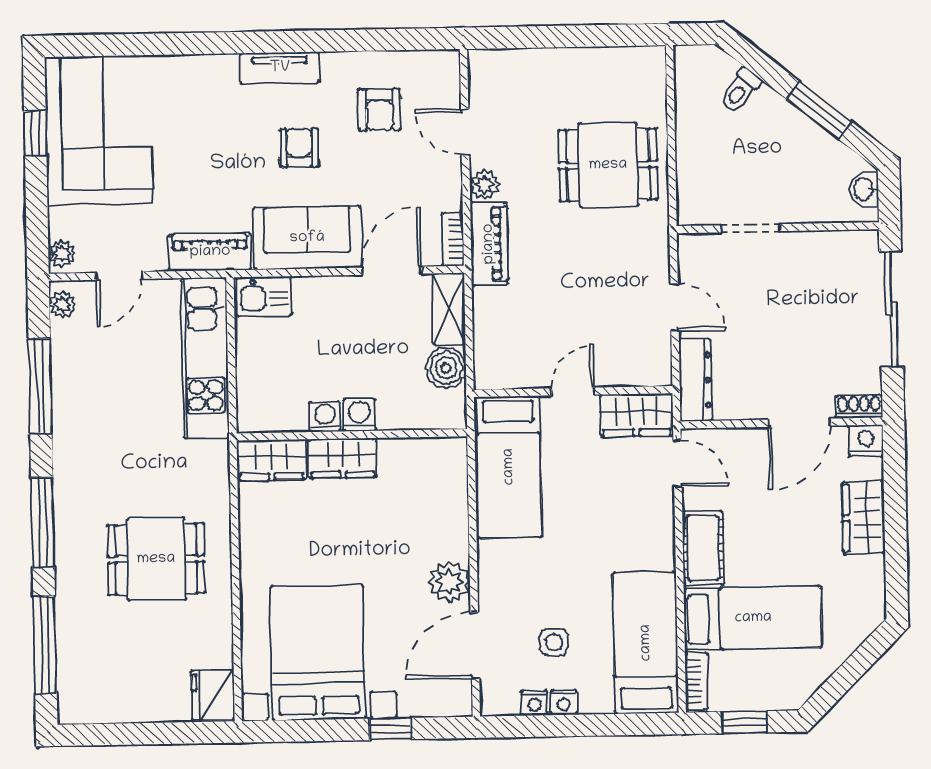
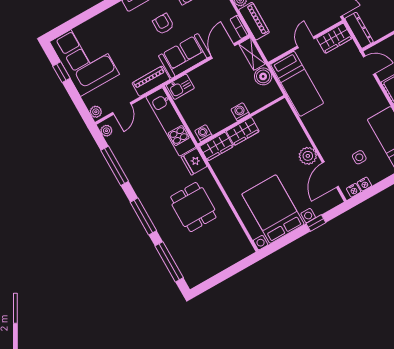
door: (573, 392) -> (306, 42), moved
wall: (573, 392) -> (306, 42), moved
wardrobe: (636, 415) -> (334, 38), moved
washing machine: (325, 417) -> (203, 133), moved
bed: (509, 467) -> (297, 84), moved
dining table: (156, 559) -> (193, 207), turned 90
fridge: (213, 695) -> (194, 162), moved
nightstand: (564, 703) -> (354, 190), moved

